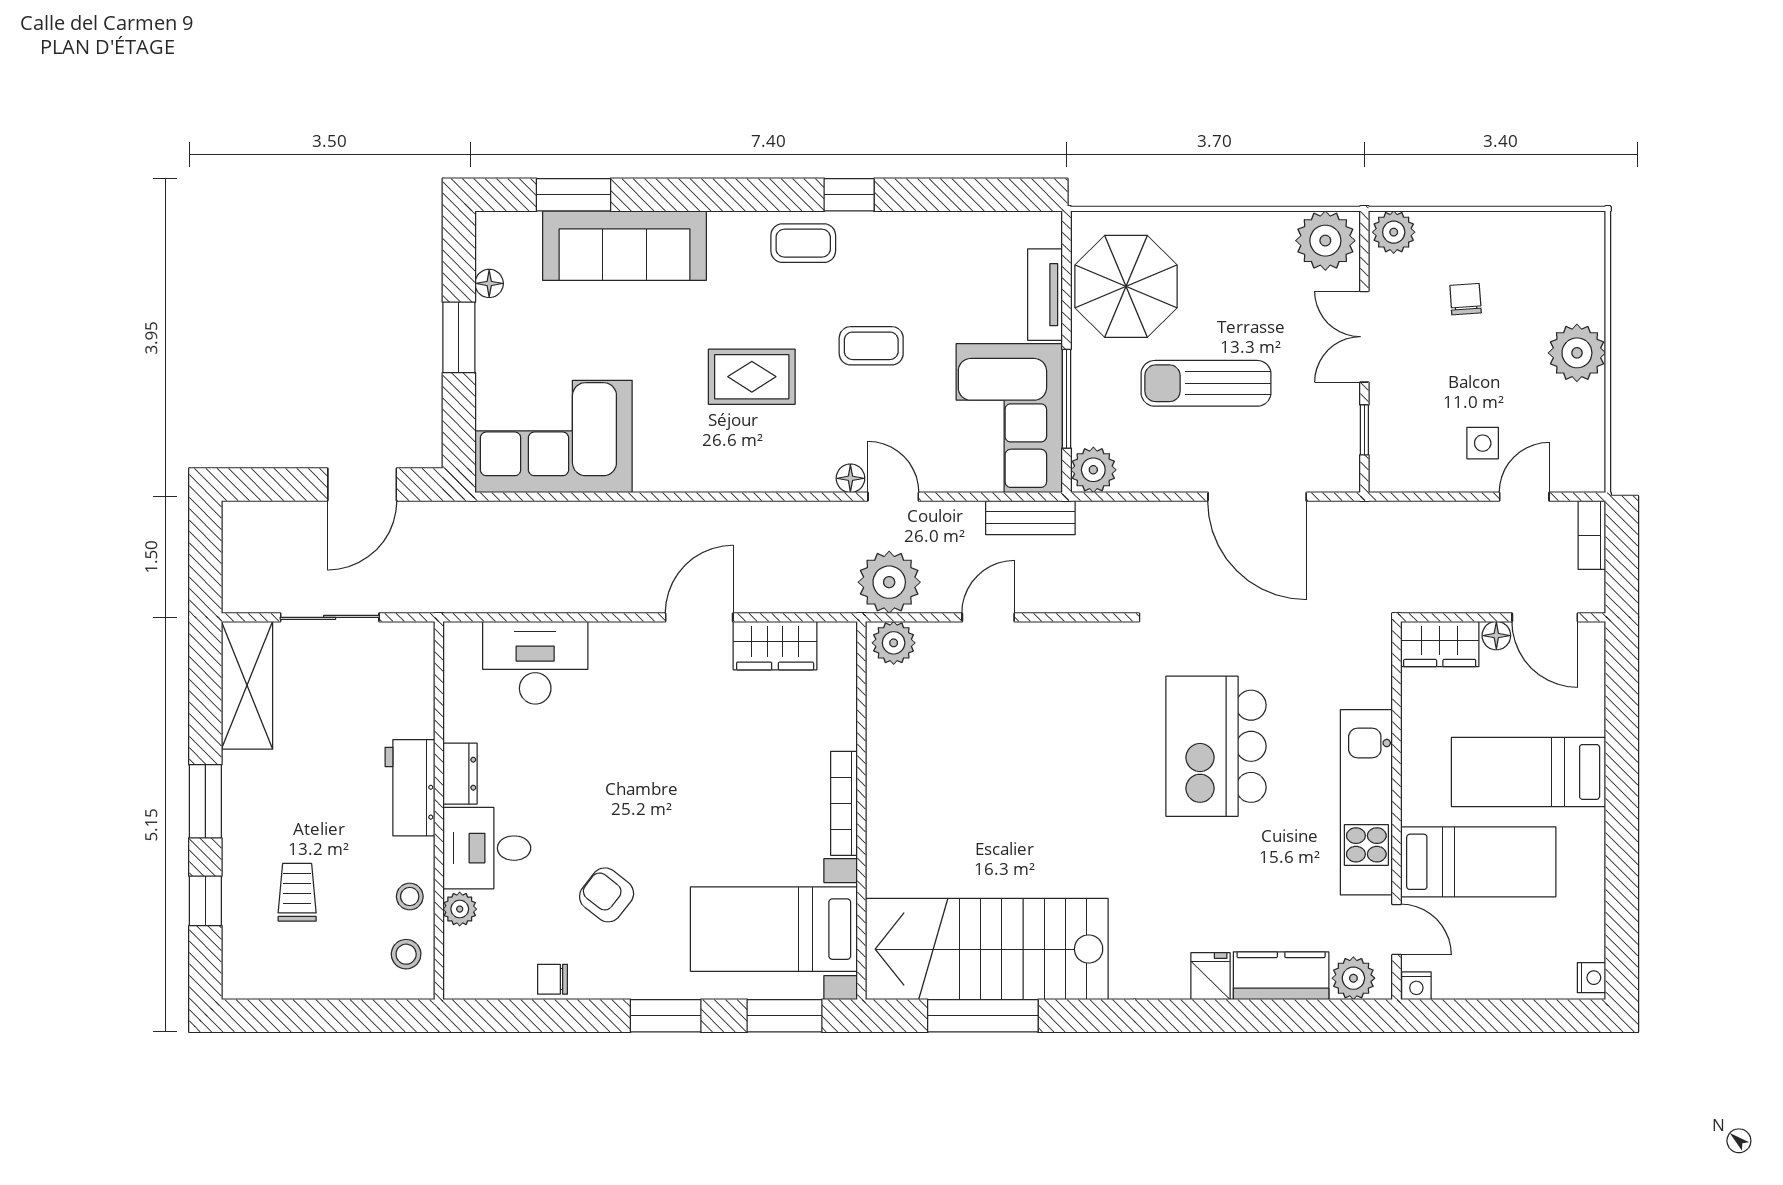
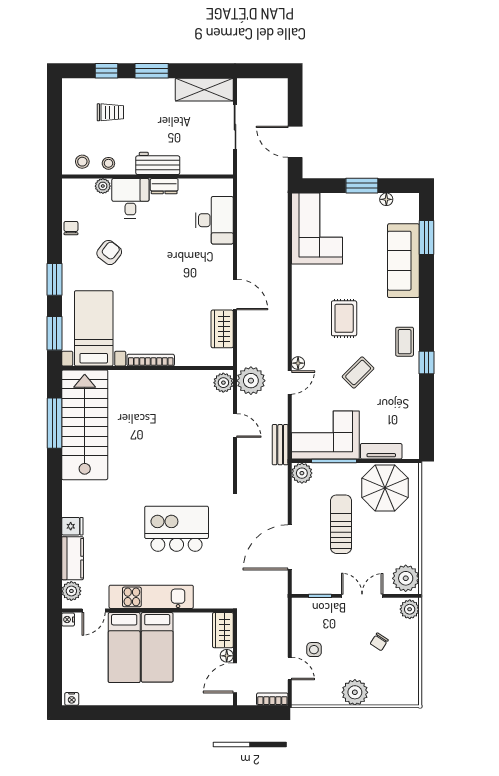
chair: (1466, 299) -> (379, 642), turned 127
coffee table: (871, 346) -> (358, 372), turned 45
bed: (1529, 772) -> (157, 647), moved, turned 180

